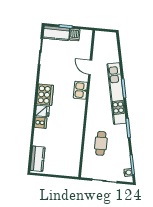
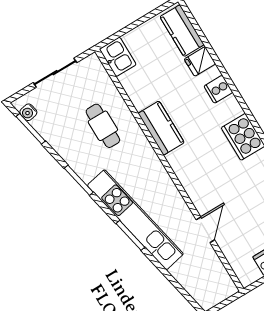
door: (90, 67) -> (205, 230), hinge flipped
kitchen sink: (80, 90) -> (118, 57), moved
fridge: (42, 111) -> (200, 61), moved
kitchen counter: (77, 124) -> (161, 128), added

